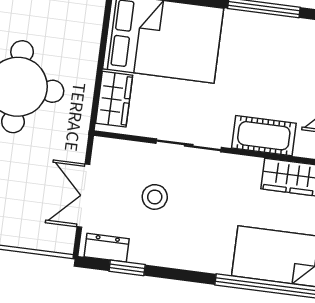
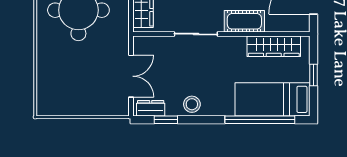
double door: (83, 196) -> (131, 76), swing flipped
stool: (155, 197) -> (192, 104), moved

